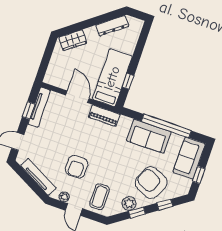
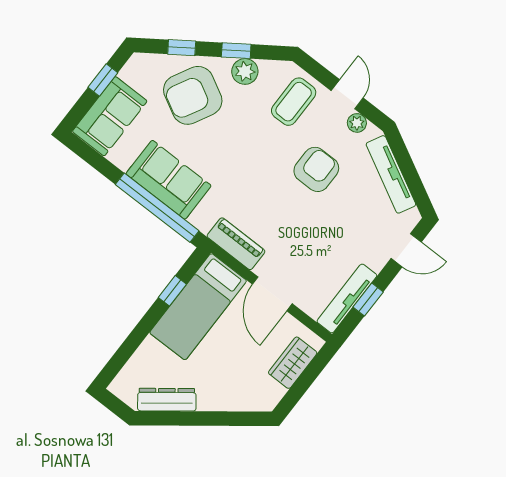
wardrobe: (73, 40) -> (293, 363), moved, turned -53
window: (166, 126) -> (157, 208), moved
armchair: (151, 183) -> (193, 95), turned 93

